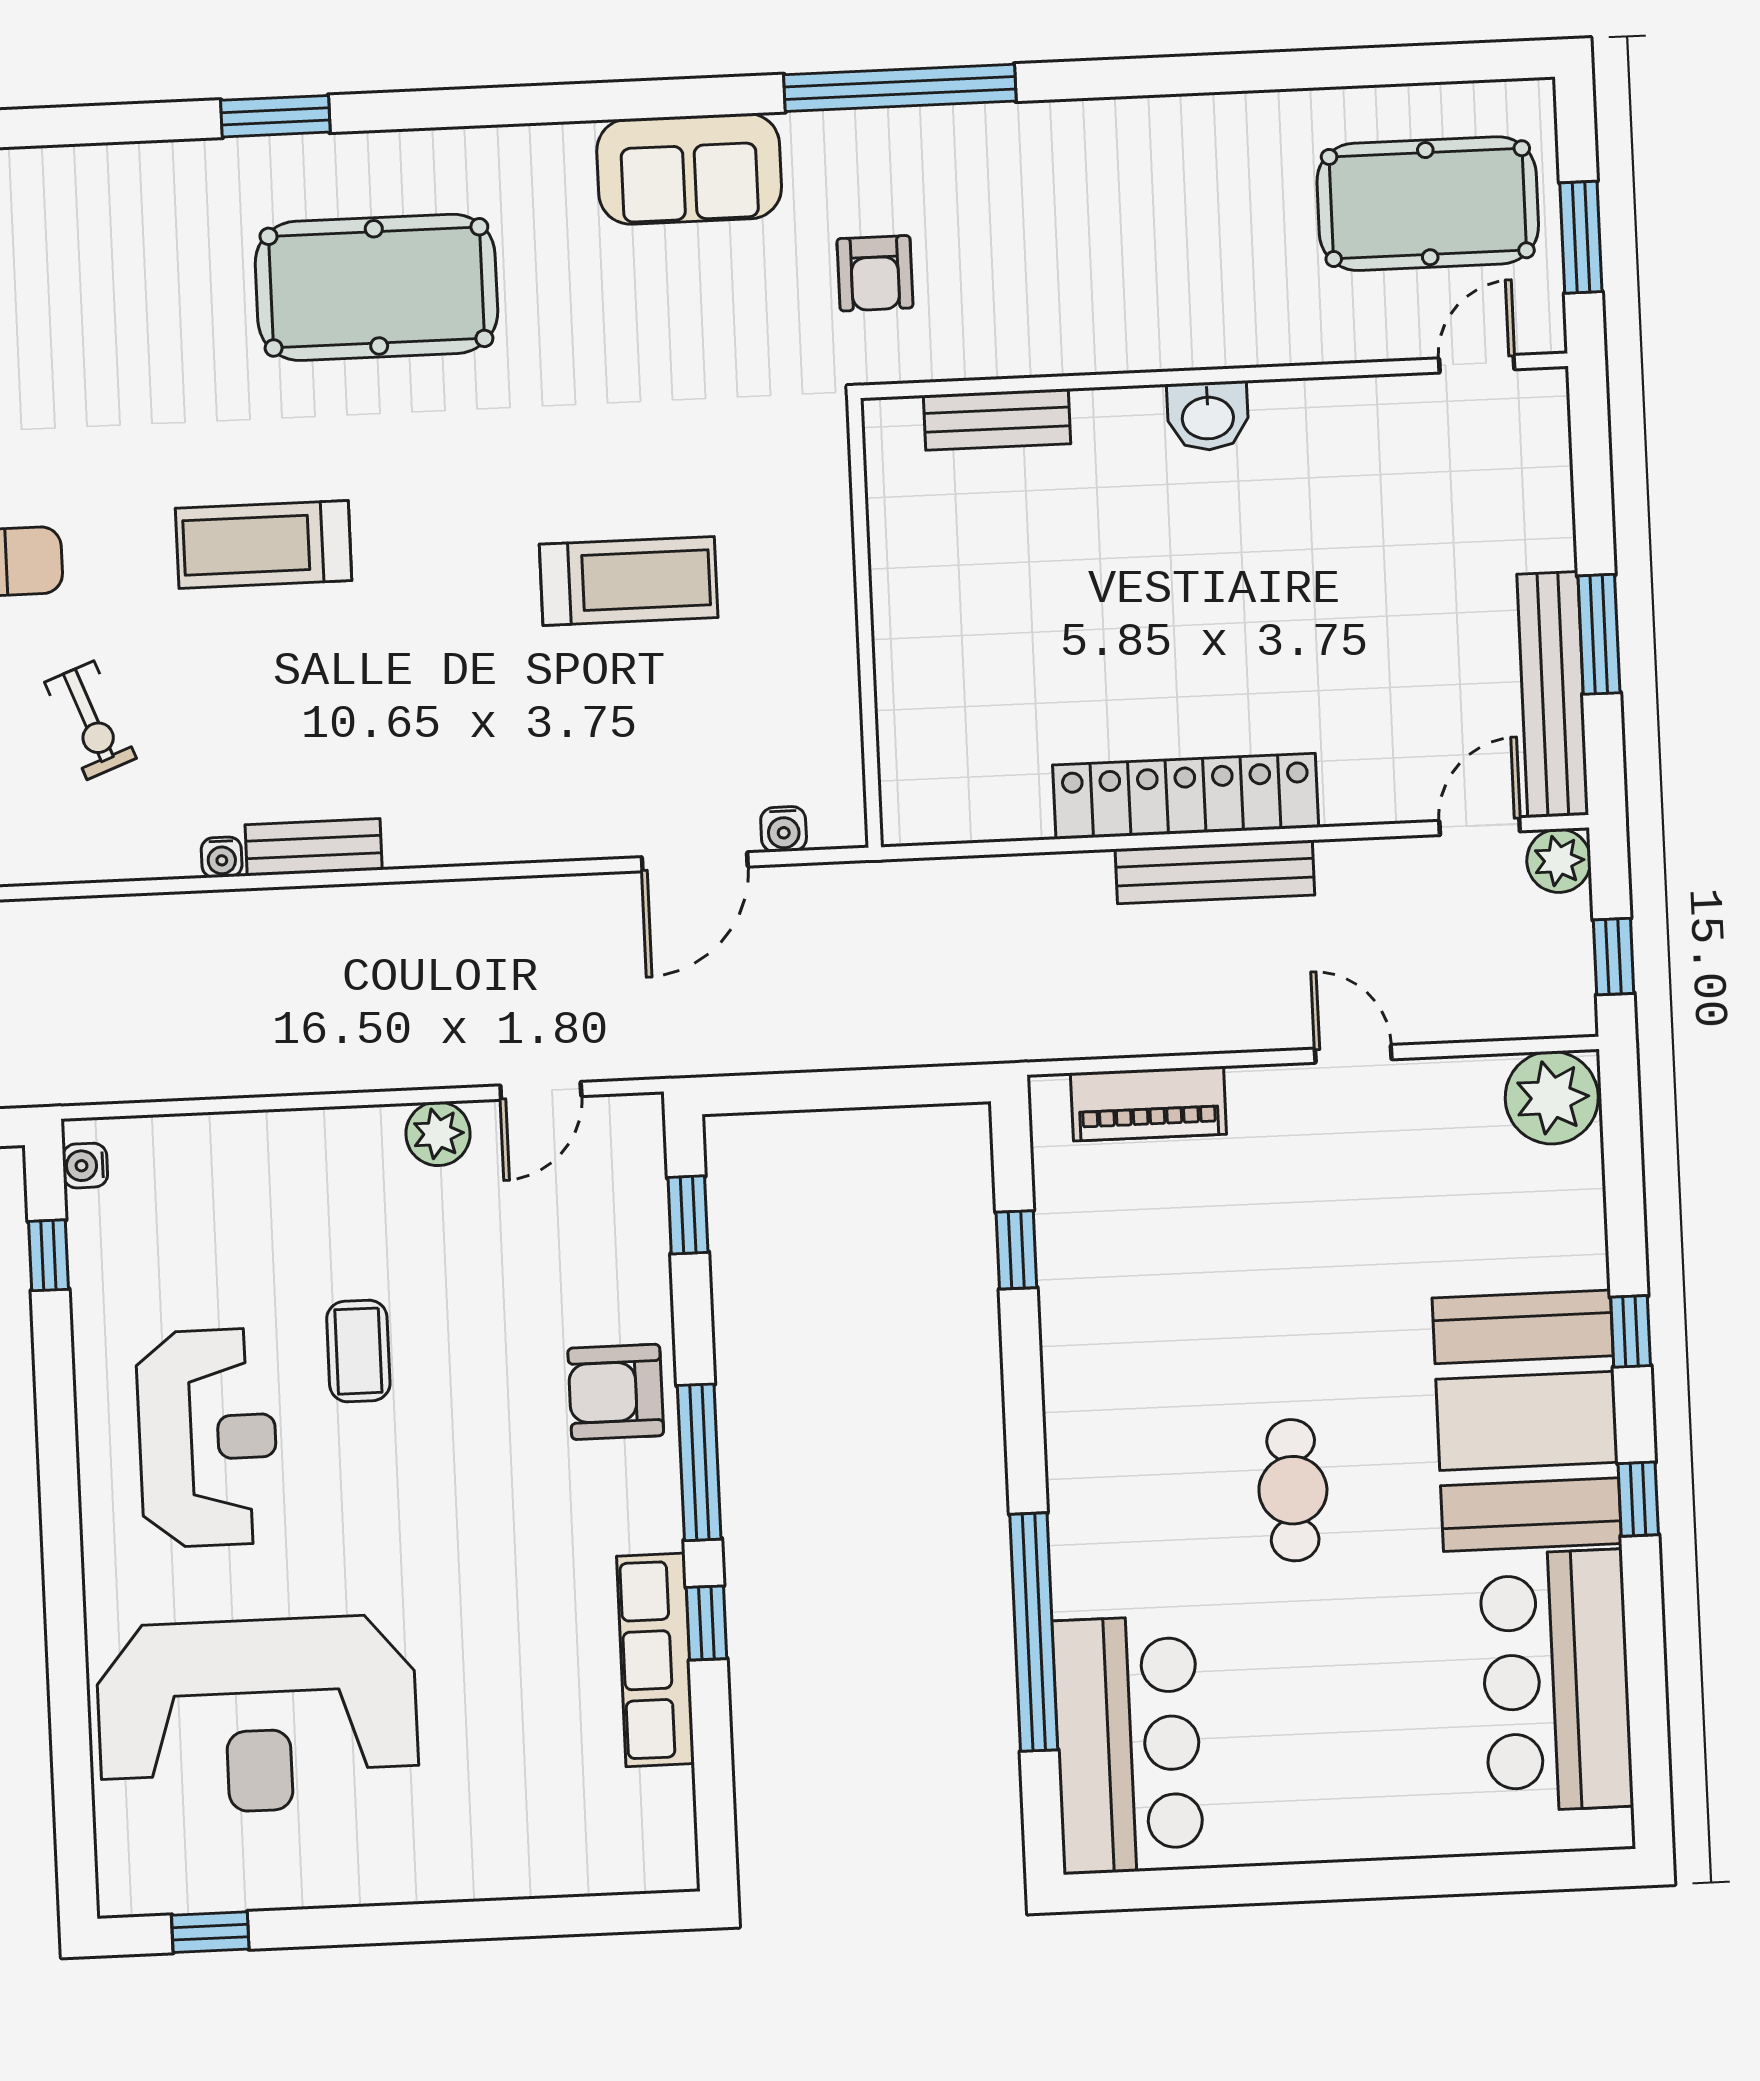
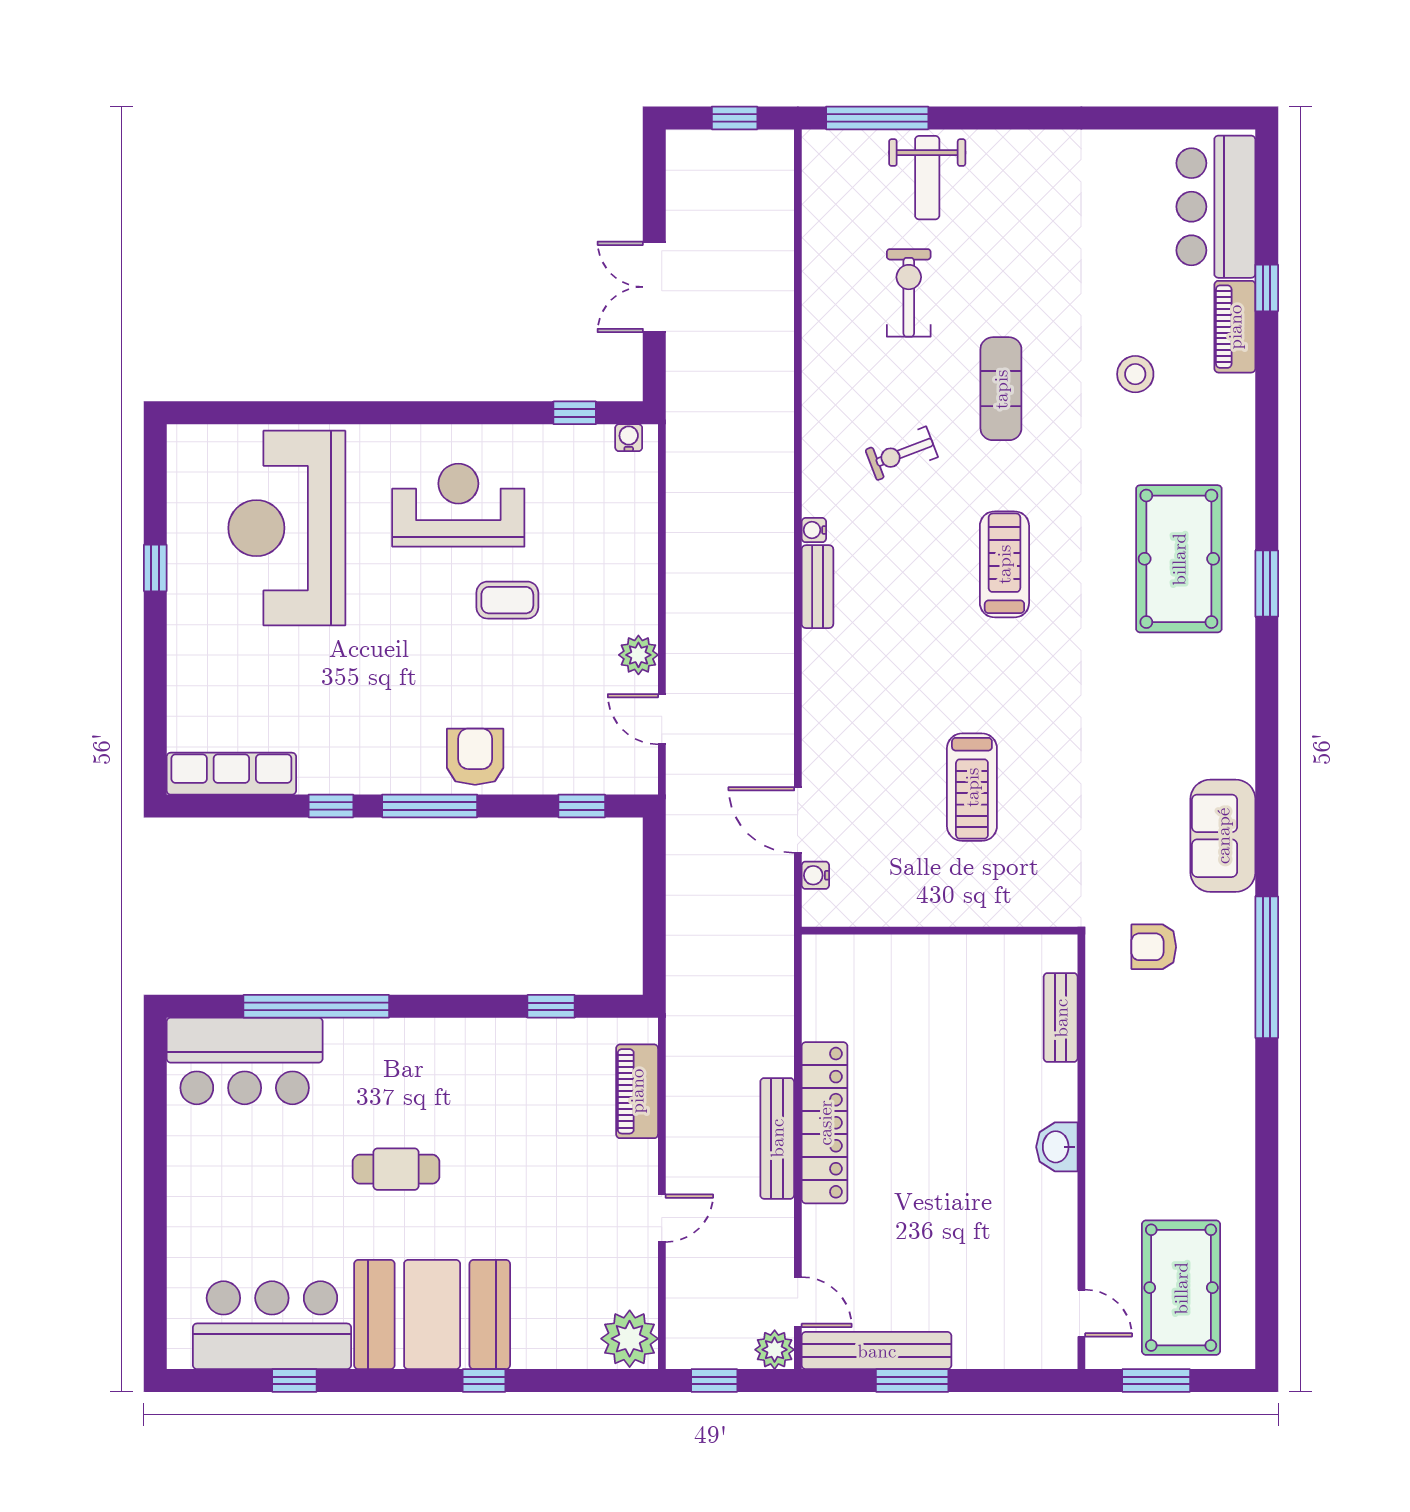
pool table: (376, 287) -> (1179, 559), moved
reception desk: (208, 1438) -> (458, 505), turned 180
window: (1638, 1499) -> (294, 1381), moved
row of seats: (656, 1660) -> (231, 774), moved
window: (210, 1932) -> (155, 568), moved

